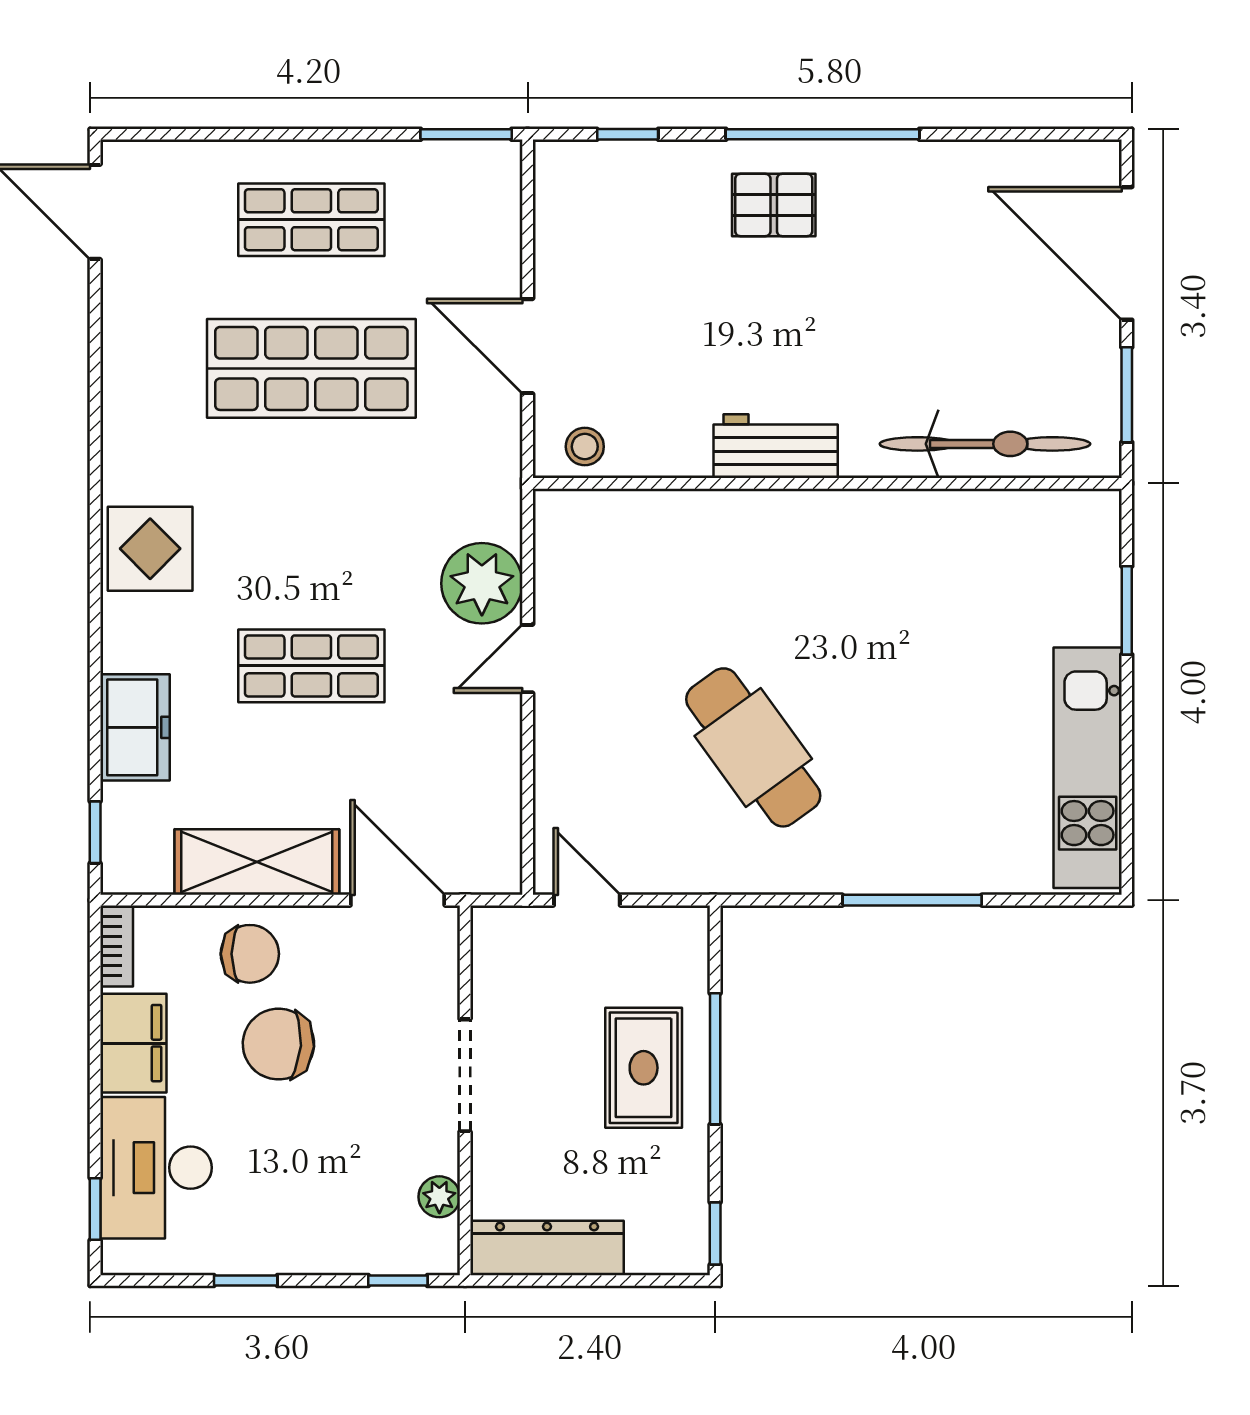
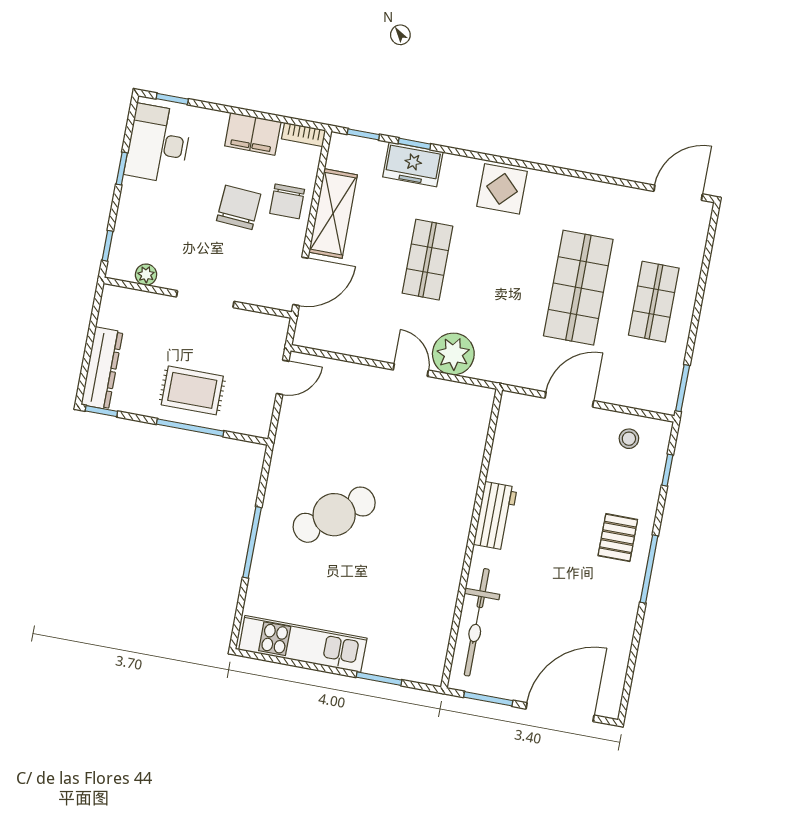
window: (823, 134) -> (649, 569), width x0.68
stool: (585, 447) -> (629, 439), moved
window: (95, 732) -> (414, 144), added
cafe table: (753, 747) -> (334, 515), moved
desk: (156, 1168) -> (158, 144), moved, turned -90
dresser: (547, 1248) -> (102, 368), moved

